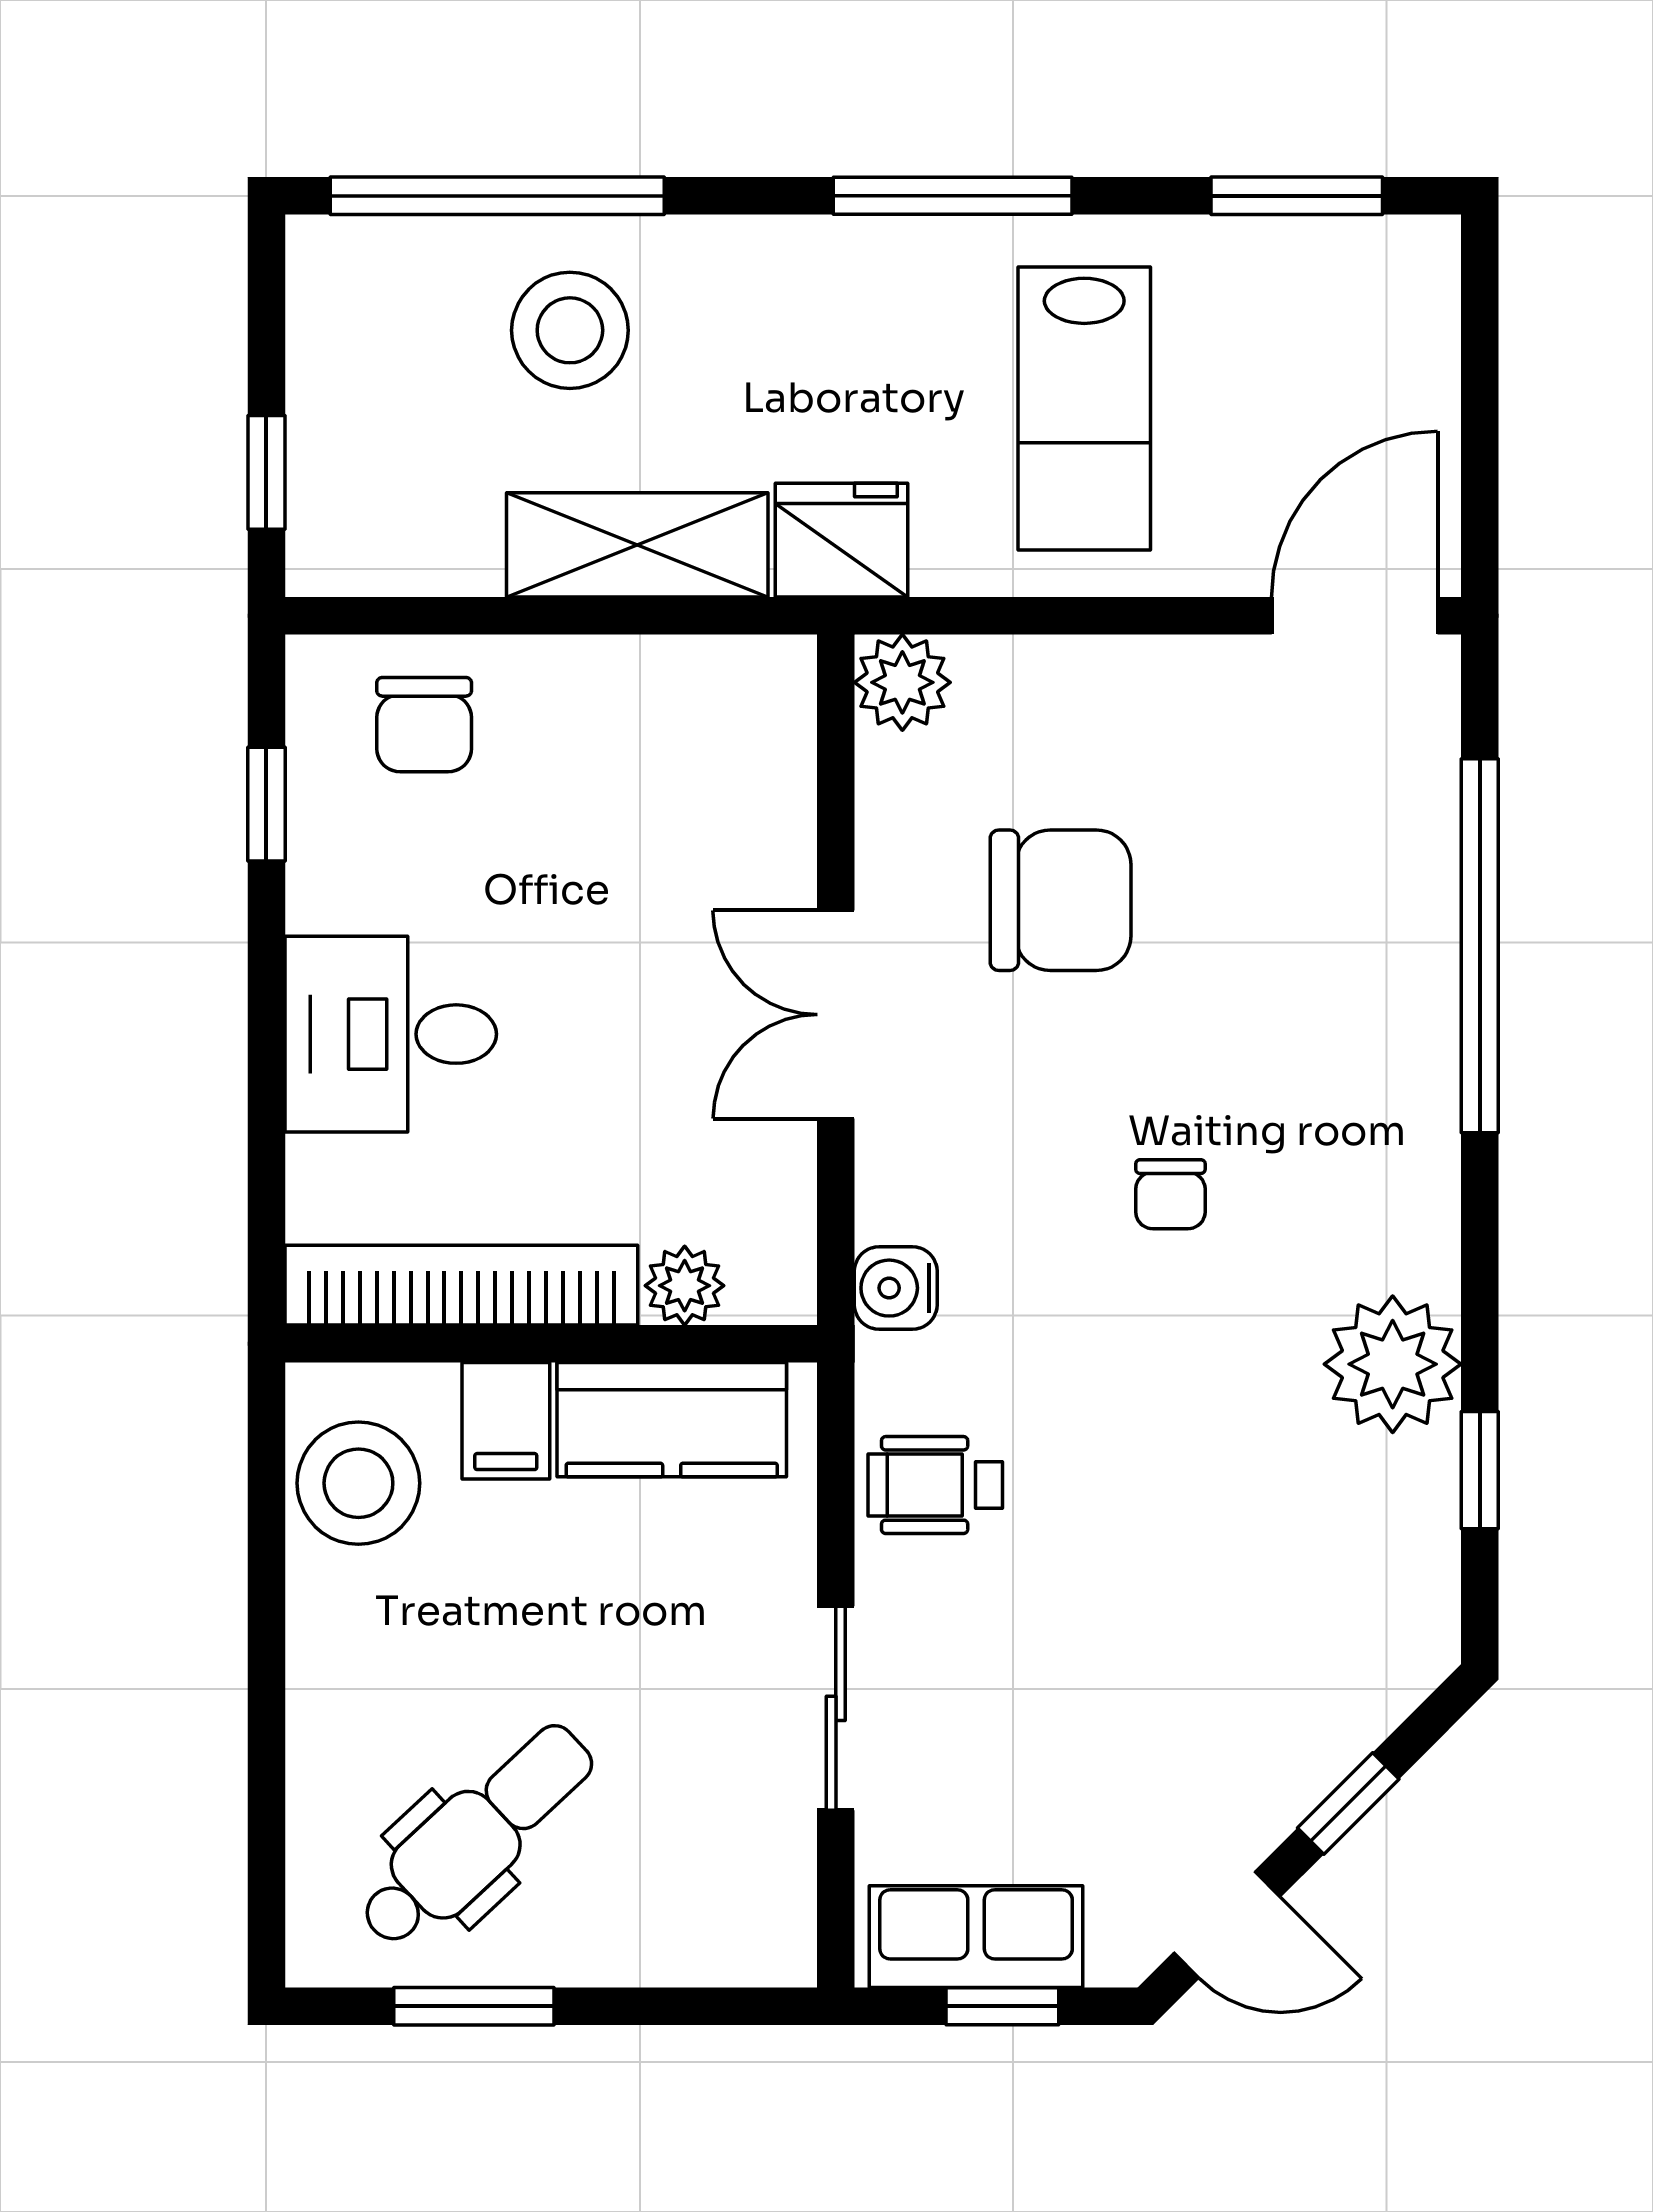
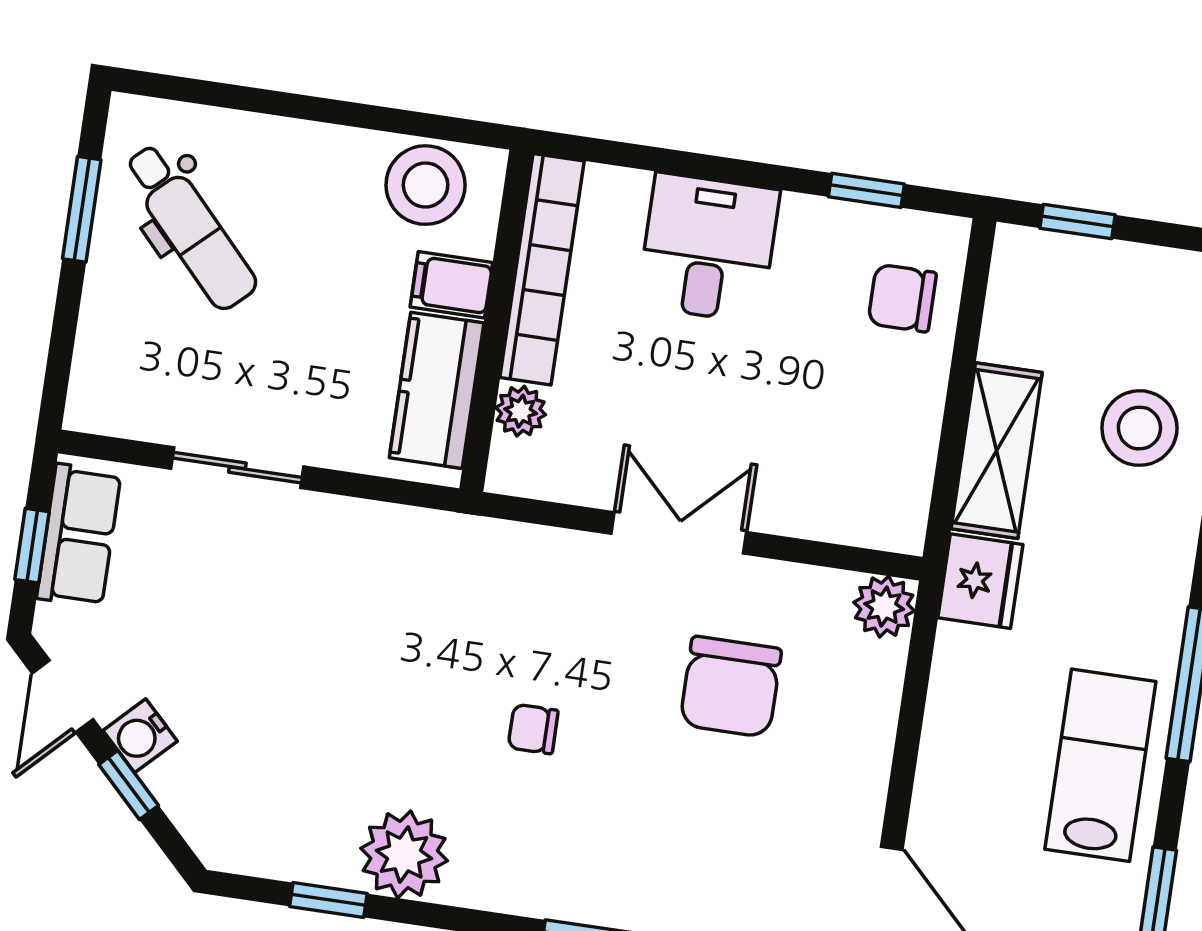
lab bench: (1084, 409) -> (1100, 765), moved, turned 90
water cooler: (896, 1288) -> (140, 736), moved, turned -135
wheelchair: (935, 1485) -> (370, 552), removed

